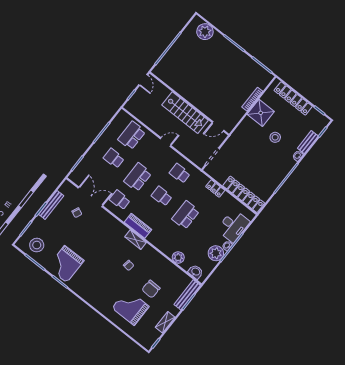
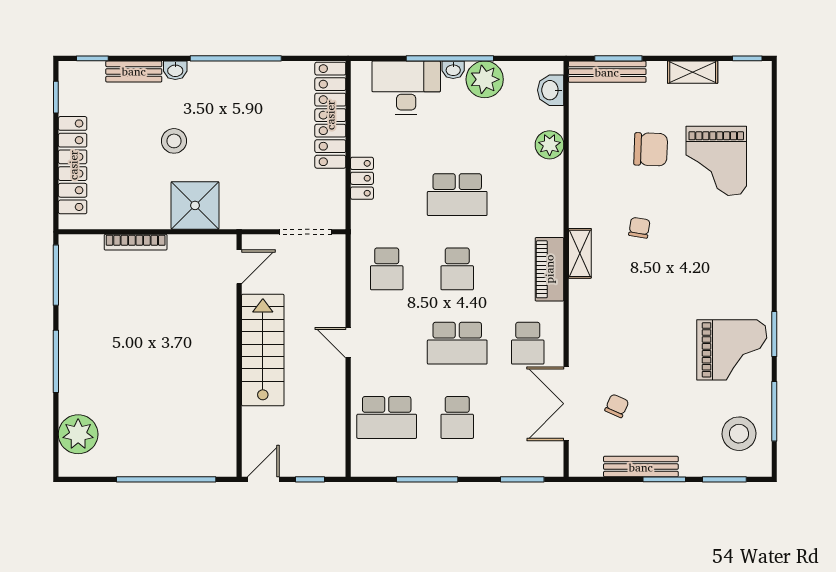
shower: (261, 113) -> (195, 205), moved
door: (218, 126) -> (239, 267), hinge flipped

